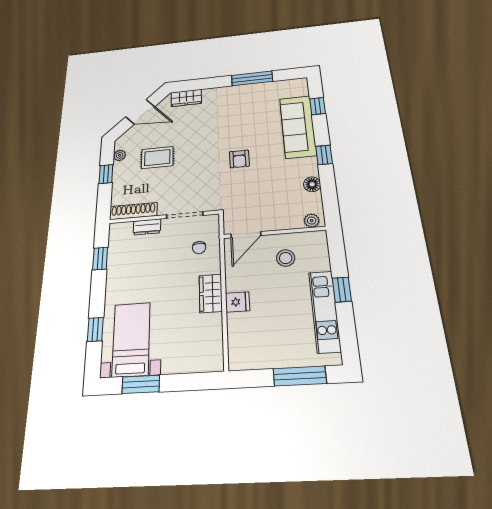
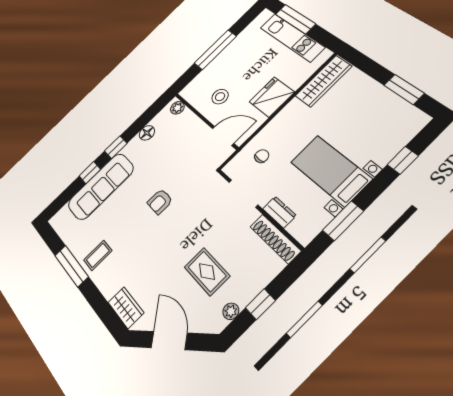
coffee table: (242, 98) -> (98, 255), added
window: (318, 106) -> (90, 173), moved
armchair: (239, 159) -> (160, 201), turned 180
window: (100, 259) -> (343, 221), width x1.50
window: (342, 290) -> (215, 50), width x2.17
wardrobe: (211, 293) -> (324, 81), moved, width x1.50
fridge: (238, 302) -> (272, 97), width x1.88, depth x1.34
kitchen unit: (325, 311) -> (292, 37), moved, turned 90
bed with nightstands: (131, 339) -> (331, 170), moved, turned 90

